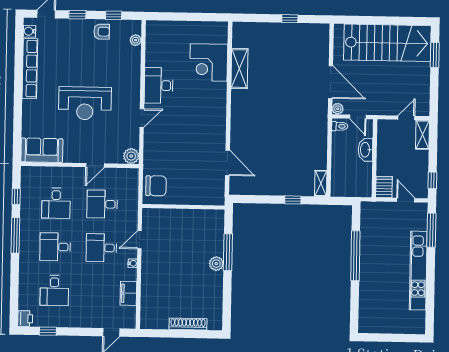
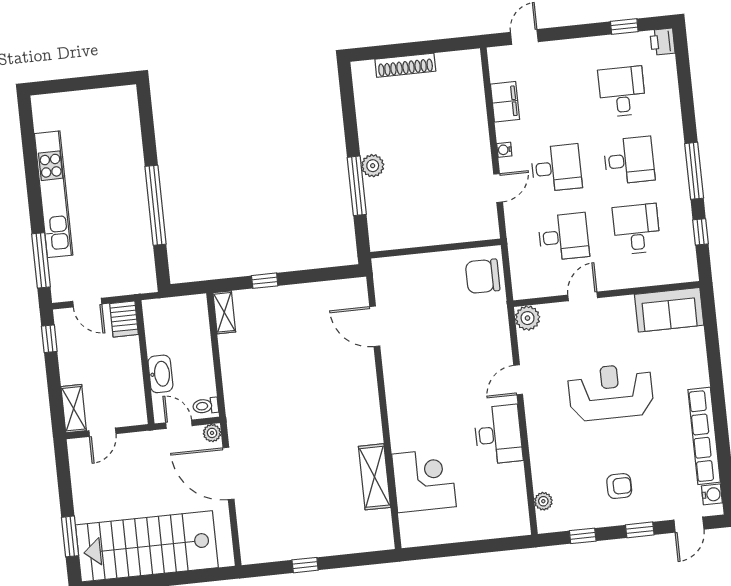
armchair: (102, 32) -> (619, 486), moved, turned 180

